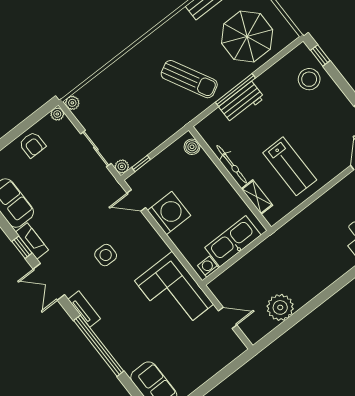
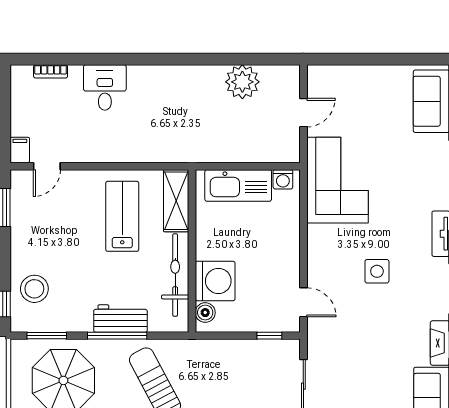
window: (279, 56) -> (47, 336), added
bicycle: (232, 164) -> (175, 275), width x1.37, depth x1.40
plant: (122, 166) -> (291, 348), removed
shelving: (257, 197) -> (176, 201), width x1.50, depth x1.33
washing machine: (169, 213) -> (215, 281), moved, turned 180
door: (228, 318) -> (303, 113), swing flipped

